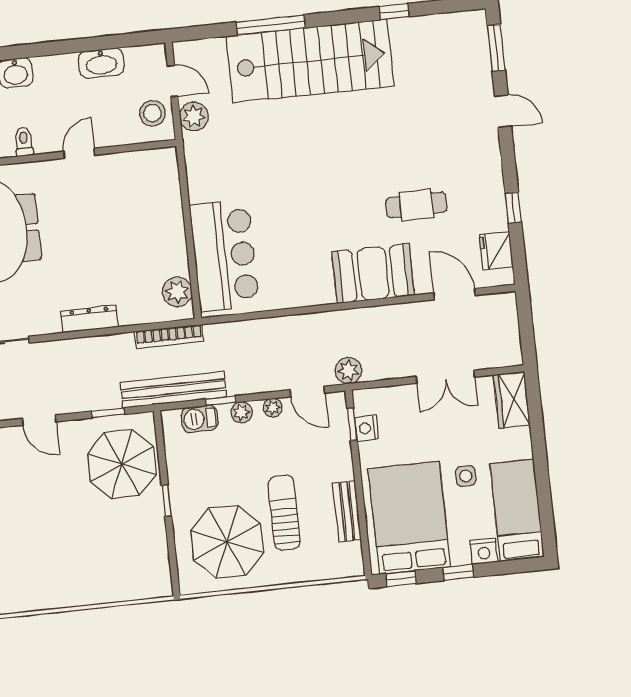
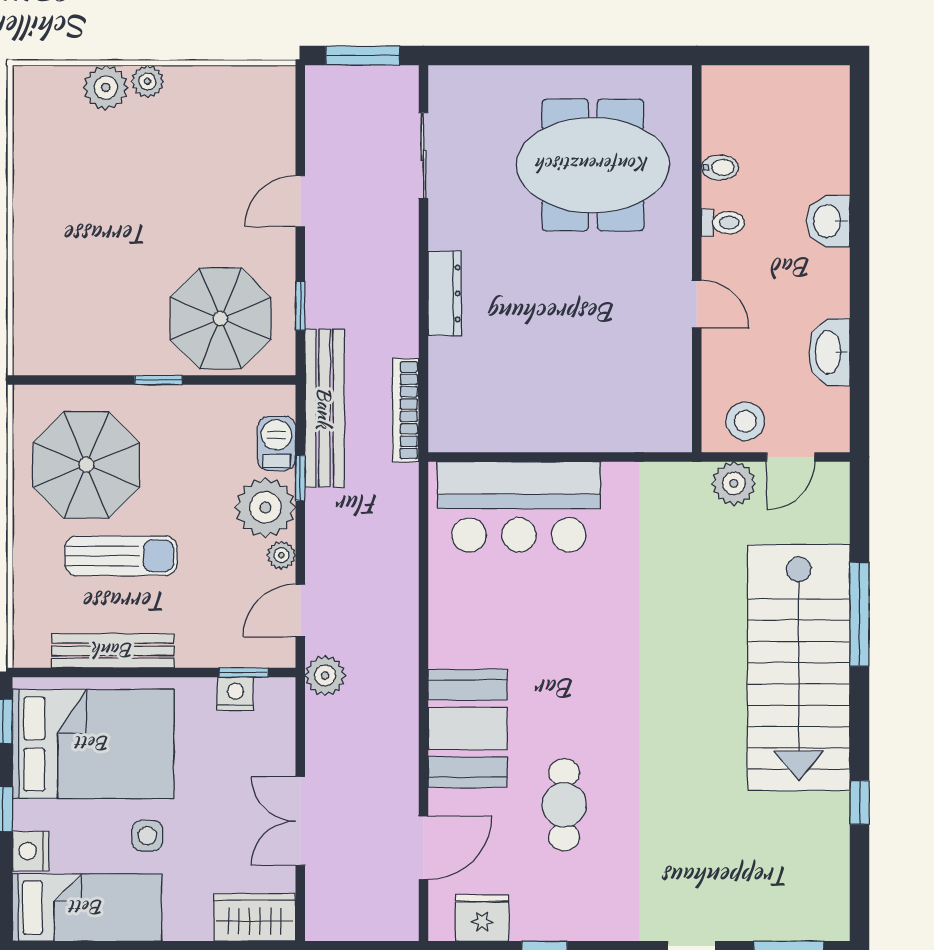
plant: (177, 292) -> (472, 430), removed
plant: (241, 412) -> (265, 508), width x1.87, depth x1.87
bench: (347, 511) -> (113, 651), width x1.36

